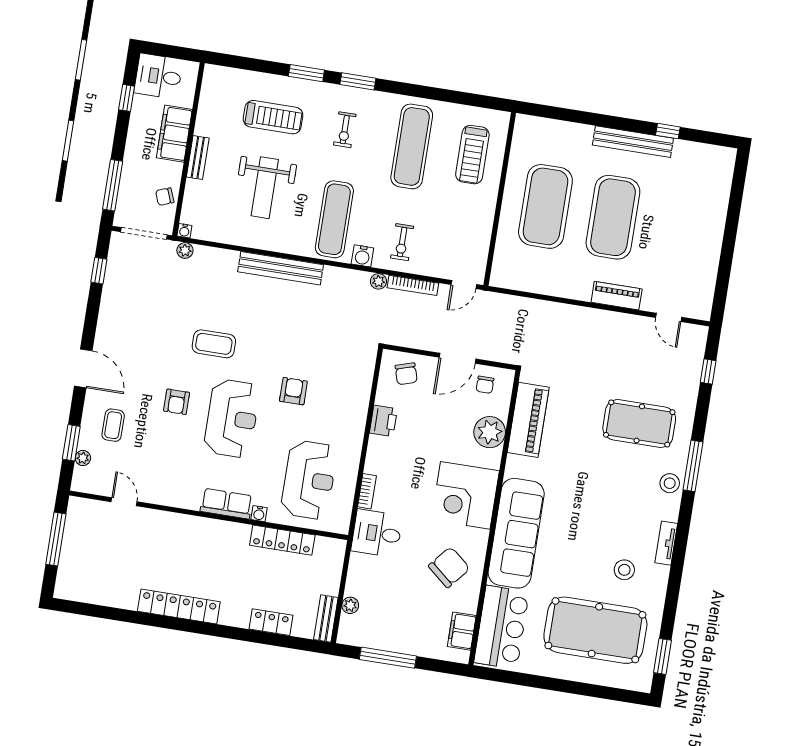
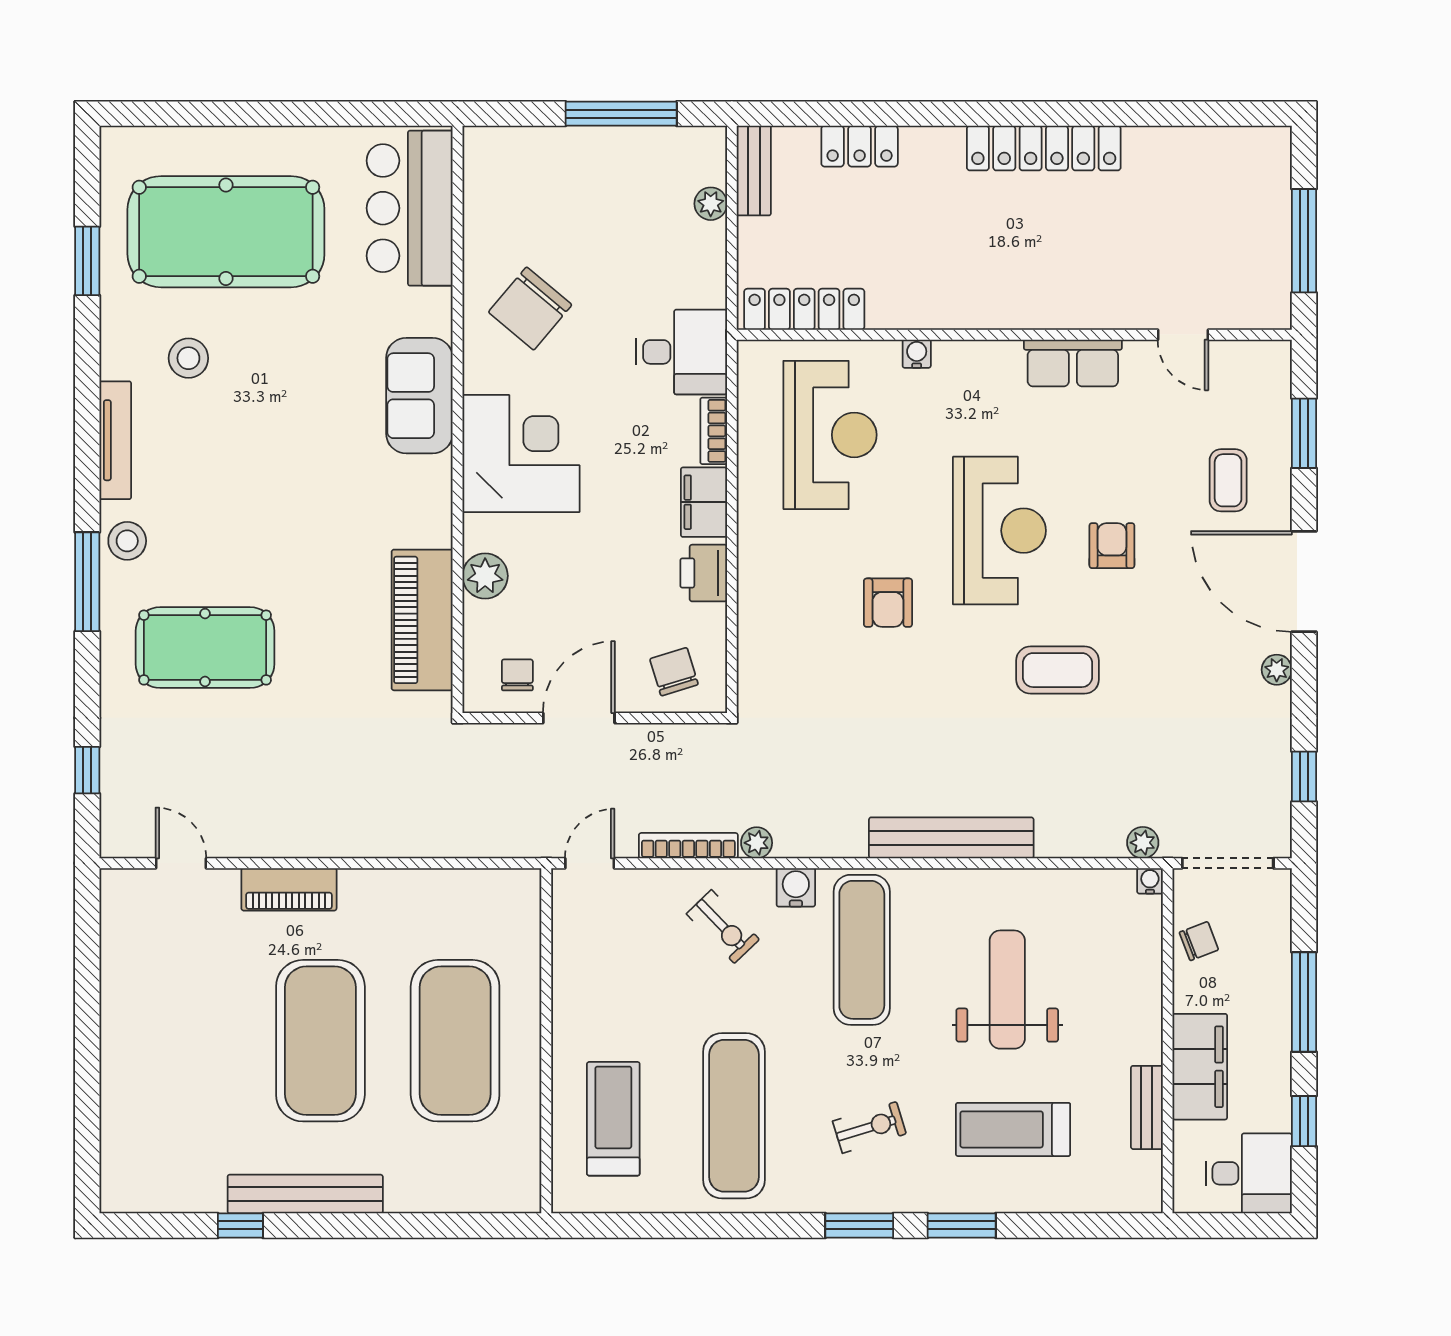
exercise bike: (345, 130) -> (869, 1127), turned 73
bench: (198, 158) -> (1147, 1107), moved
window: (113, 185) -> (1304, 1002), moved
exercise bike: (402, 242) -> (723, 927), turned 136
door: (83, 368) -> (1304, 581), width x1.36
reception desk: (232, 418) -> (999, 531), turned 180
plant: (490, 432) -> (485, 576), width x0.73, depth x0.73
plant: (83, 458) -> (1277, 670), moved
reception desk: (309, 480) -> (830, 435), turned 180
row of seats: (226, 504) -> (1073, 363), moved
sofa: (516, 533) -> (419, 396), width x0.54, depth x0.79
locker: (282, 540) -> (804, 309), moved
tv unit: (666, 543) -> (115, 440), width x1.41
filing cabinet: (462, 631) -> (704, 502), moved, turned 180
window: (662, 656) -> (87, 261), moved

